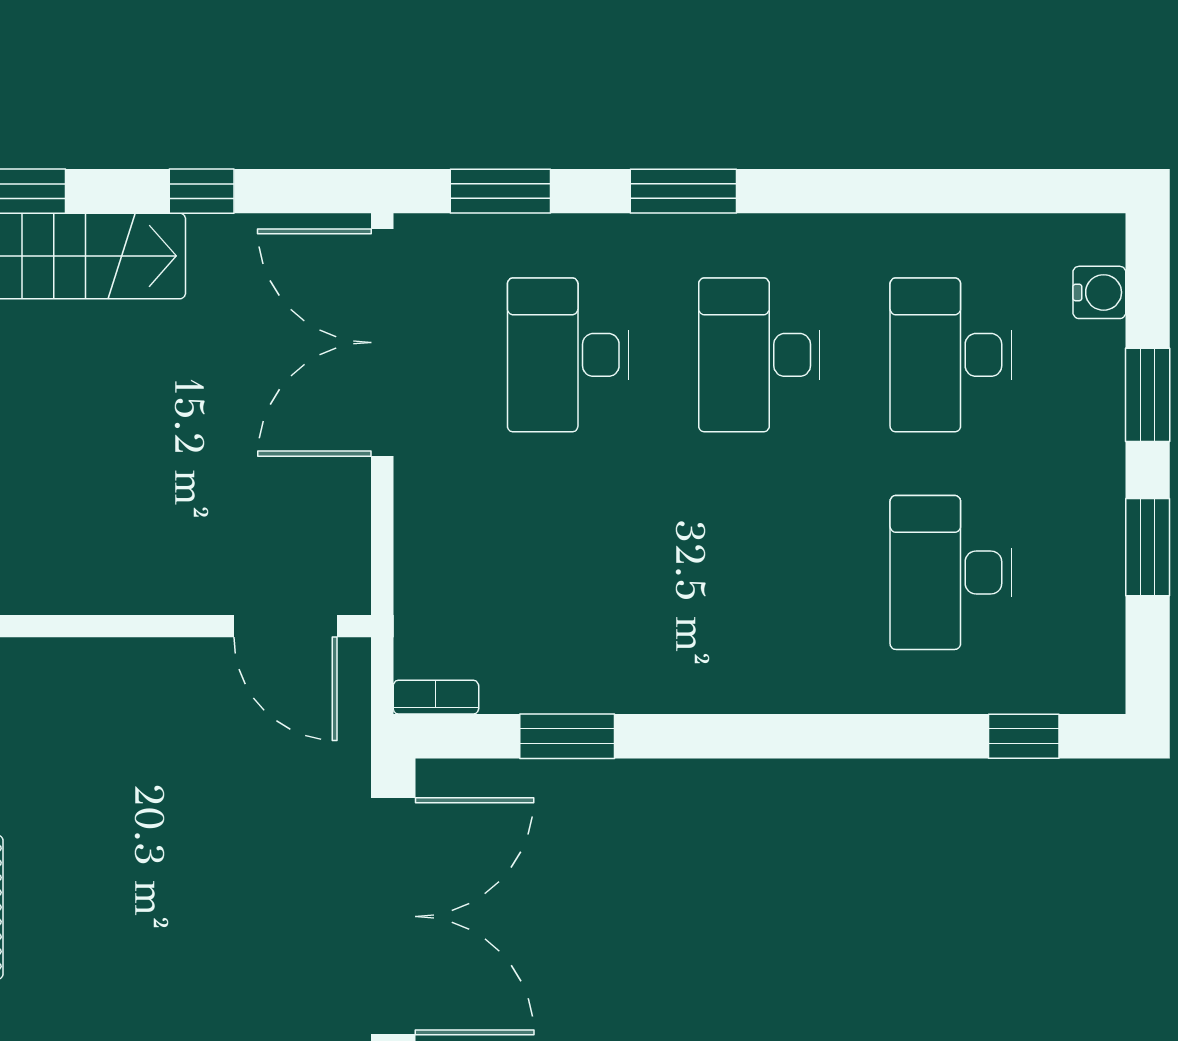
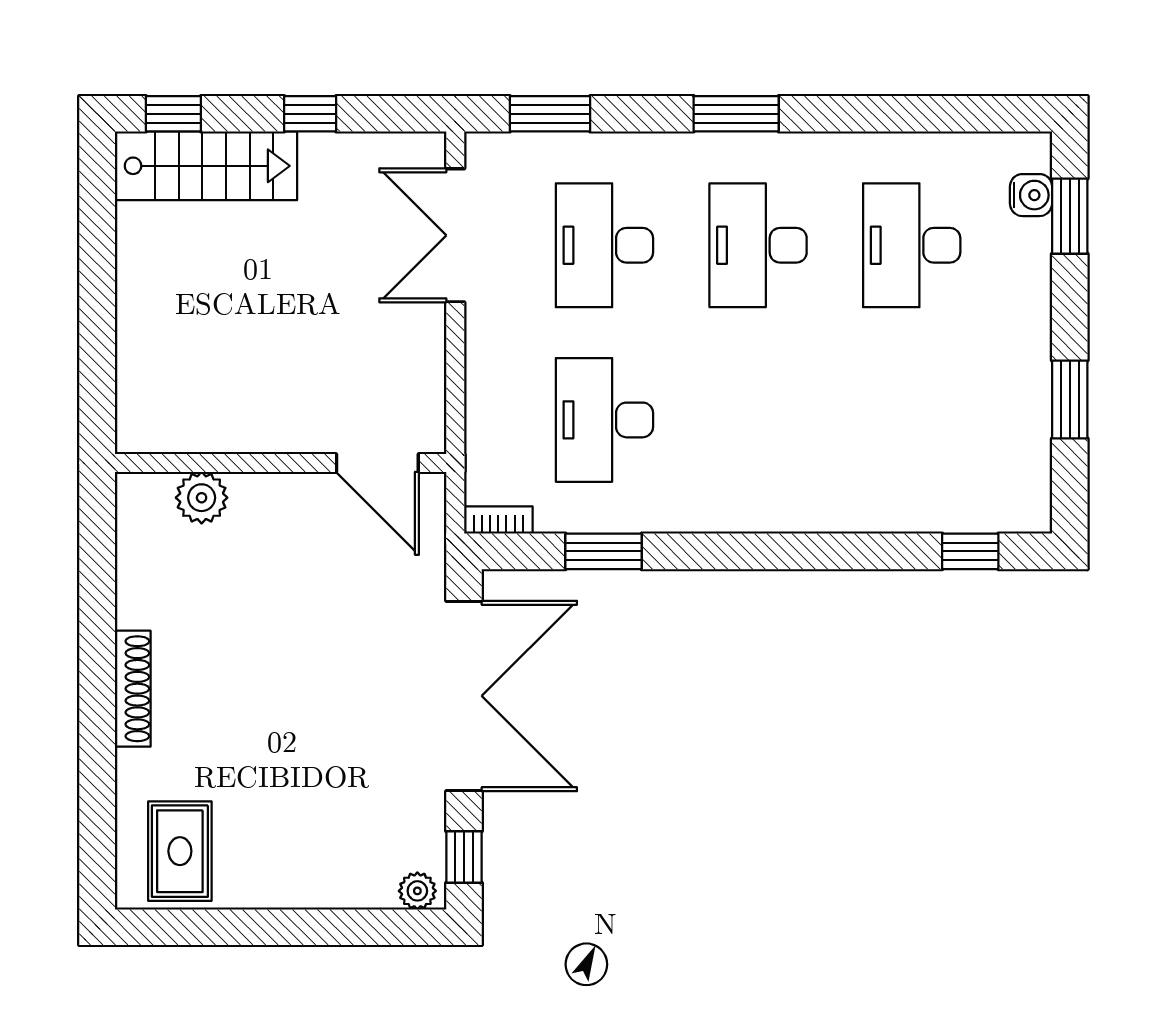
window: (683, 191) -> (736, 114), moved
double door: (382, 343) -> (455, 235), width x0.73
window: (1148, 395) -> (1070, 216), moved
desk: (951, 572) -> (604, 420), moved
plant: (66, 669) -> (202, 498), added

